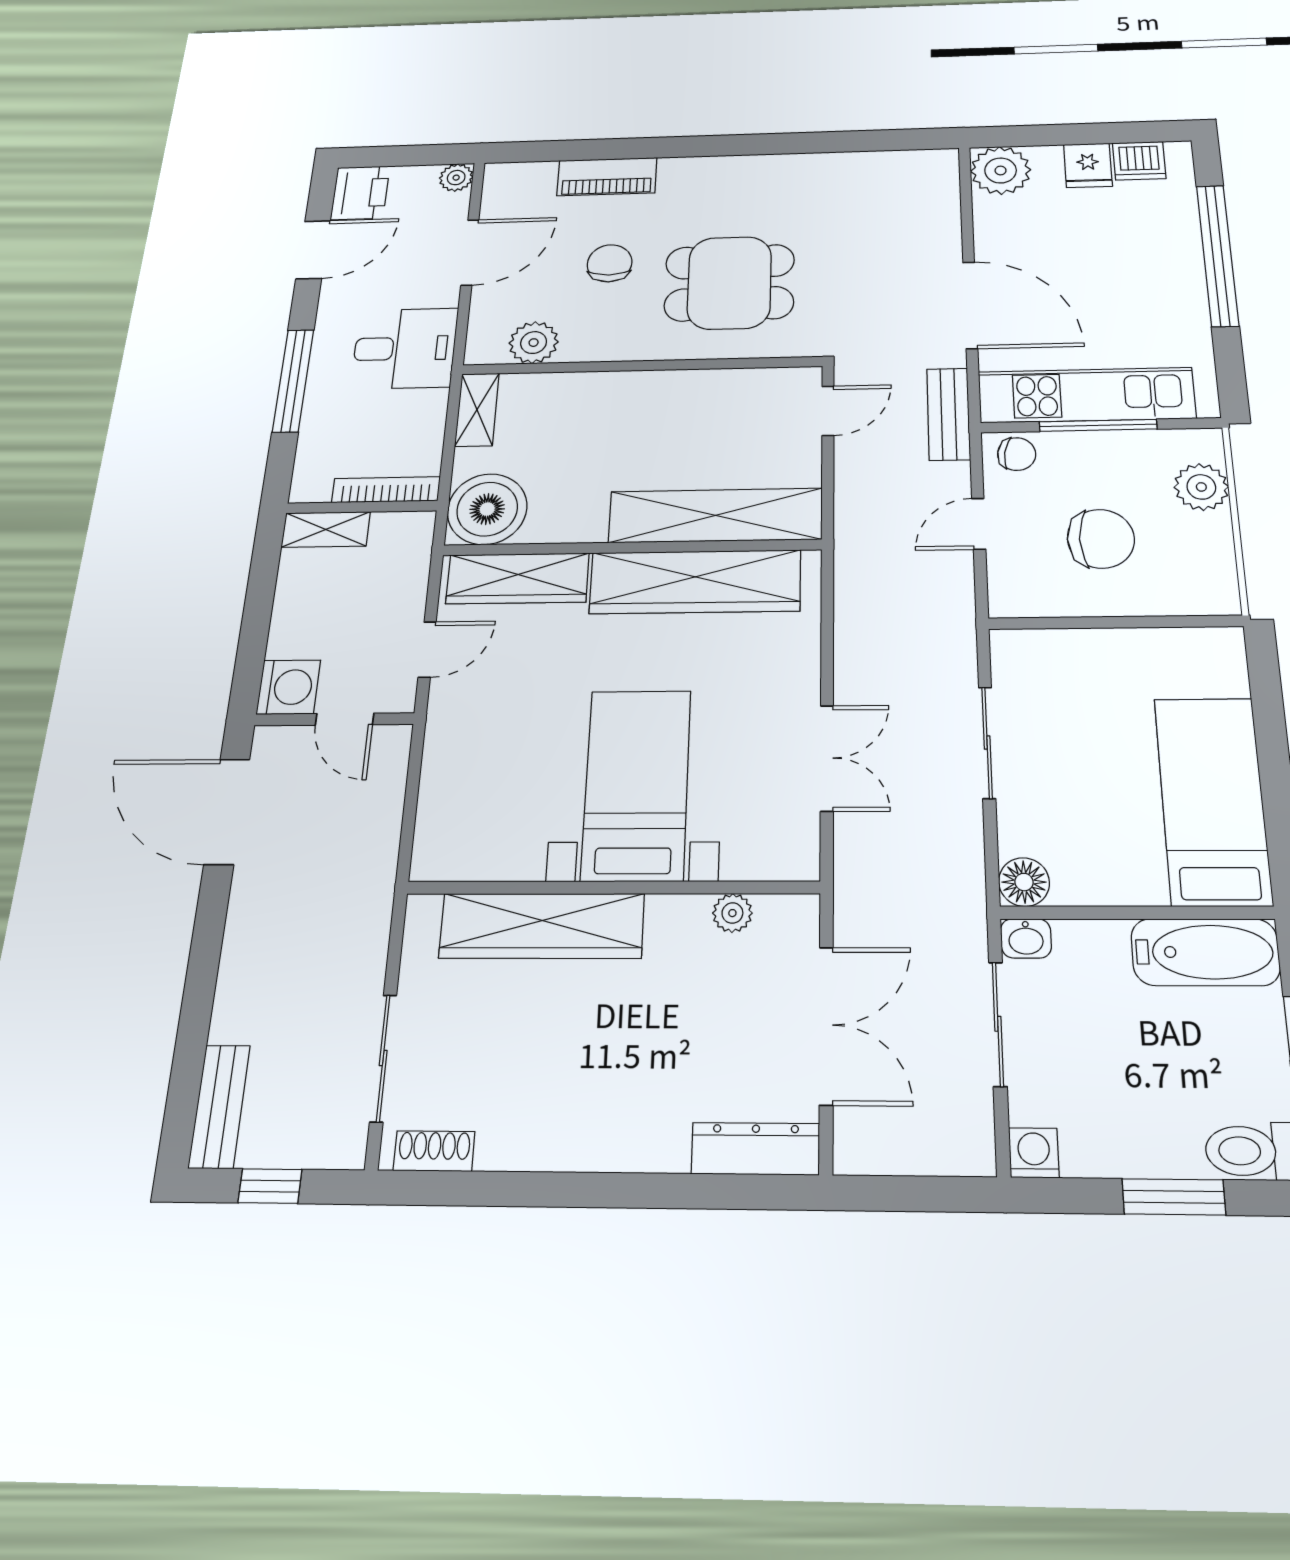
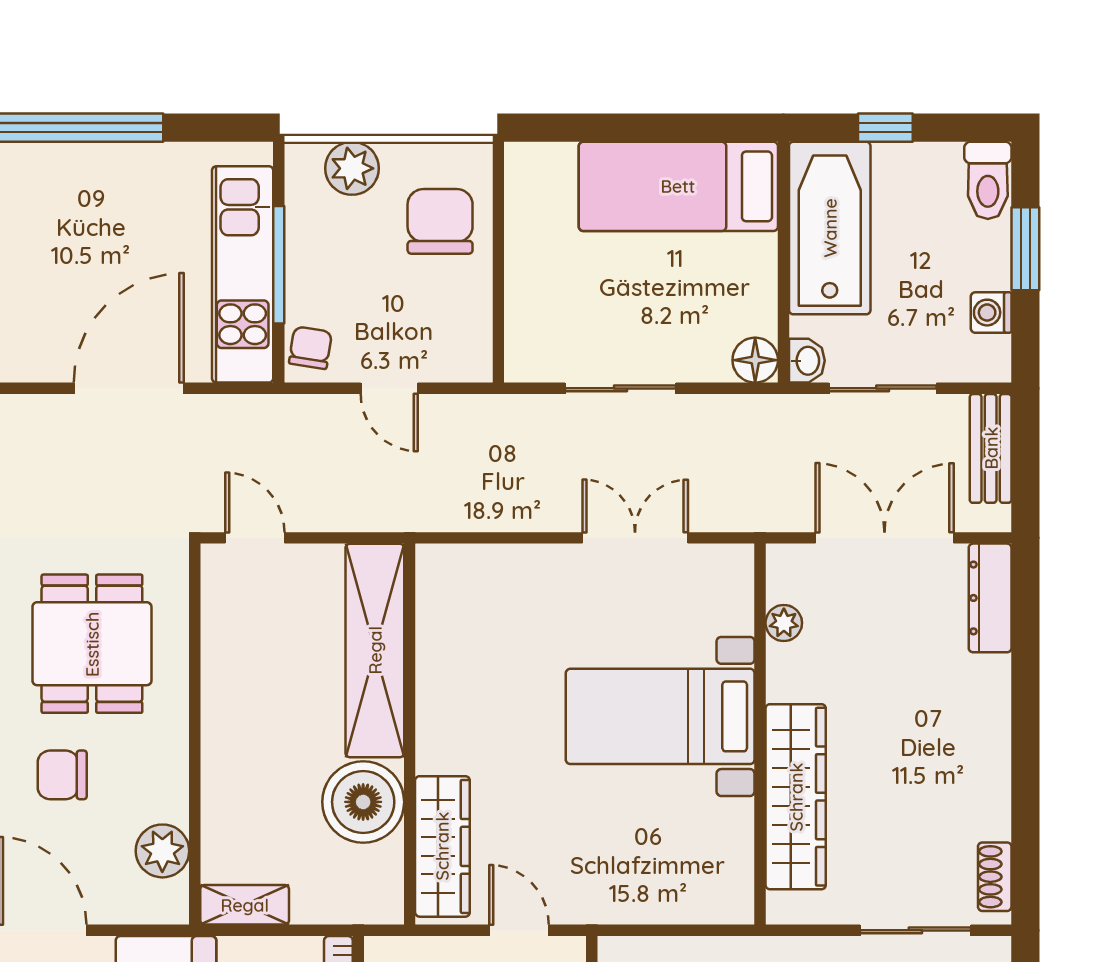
bench: (948, 414) -> (991, 448), moved, turned 90
boiler: (487, 509) -> (363, 802), moved
chair: (1101, 539) -> (440, 221), moved
wardrobe: (695, 582) -> (449, 668), removed
bathtub: (1205, 952) -> (830, 228), width x1.36, depth x1.36
washing machine: (1034, 1153) -> (991, 313), moved

